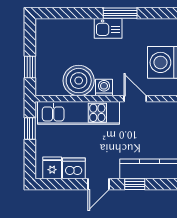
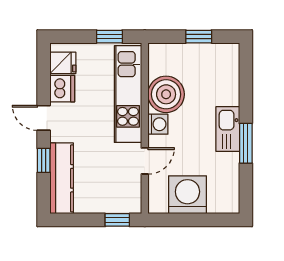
kitchen sink: (108, 28) -> (228, 129), width x1.38
window: (30, 67) -> (199, 37), moved

